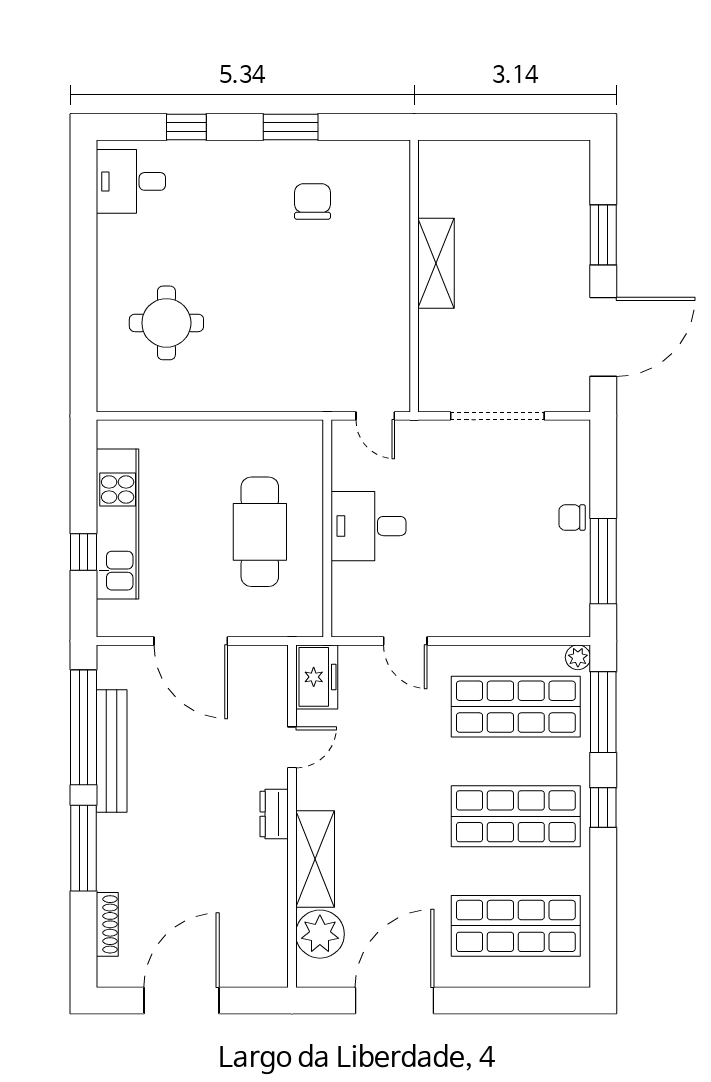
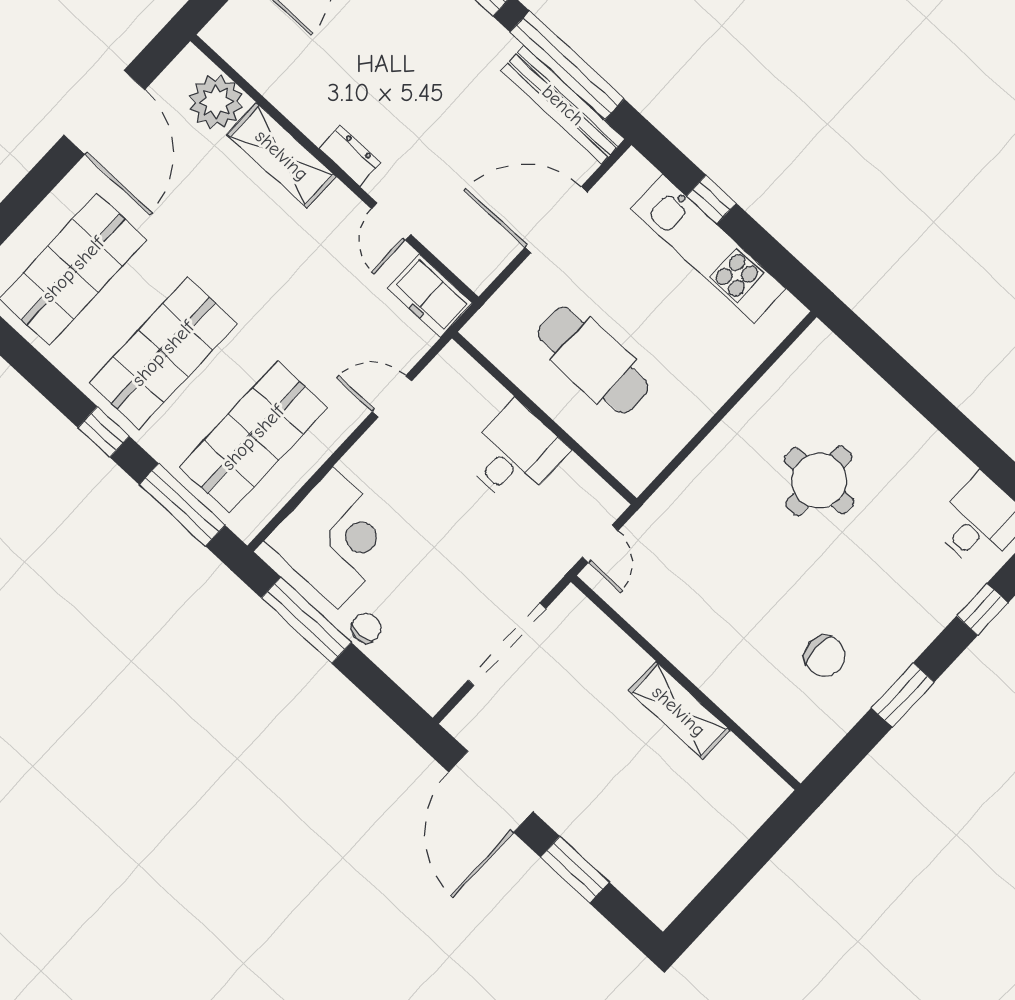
round table: (166, 323) -> (819, 481), moved
door: (375, 416) -> (600, 544), swing flipped
corner desk: (532, 592) -> (335, 538), added
plant: (578, 657) -> (247, 526), removed
bench: (112, 751) -> (563, 105), moved

